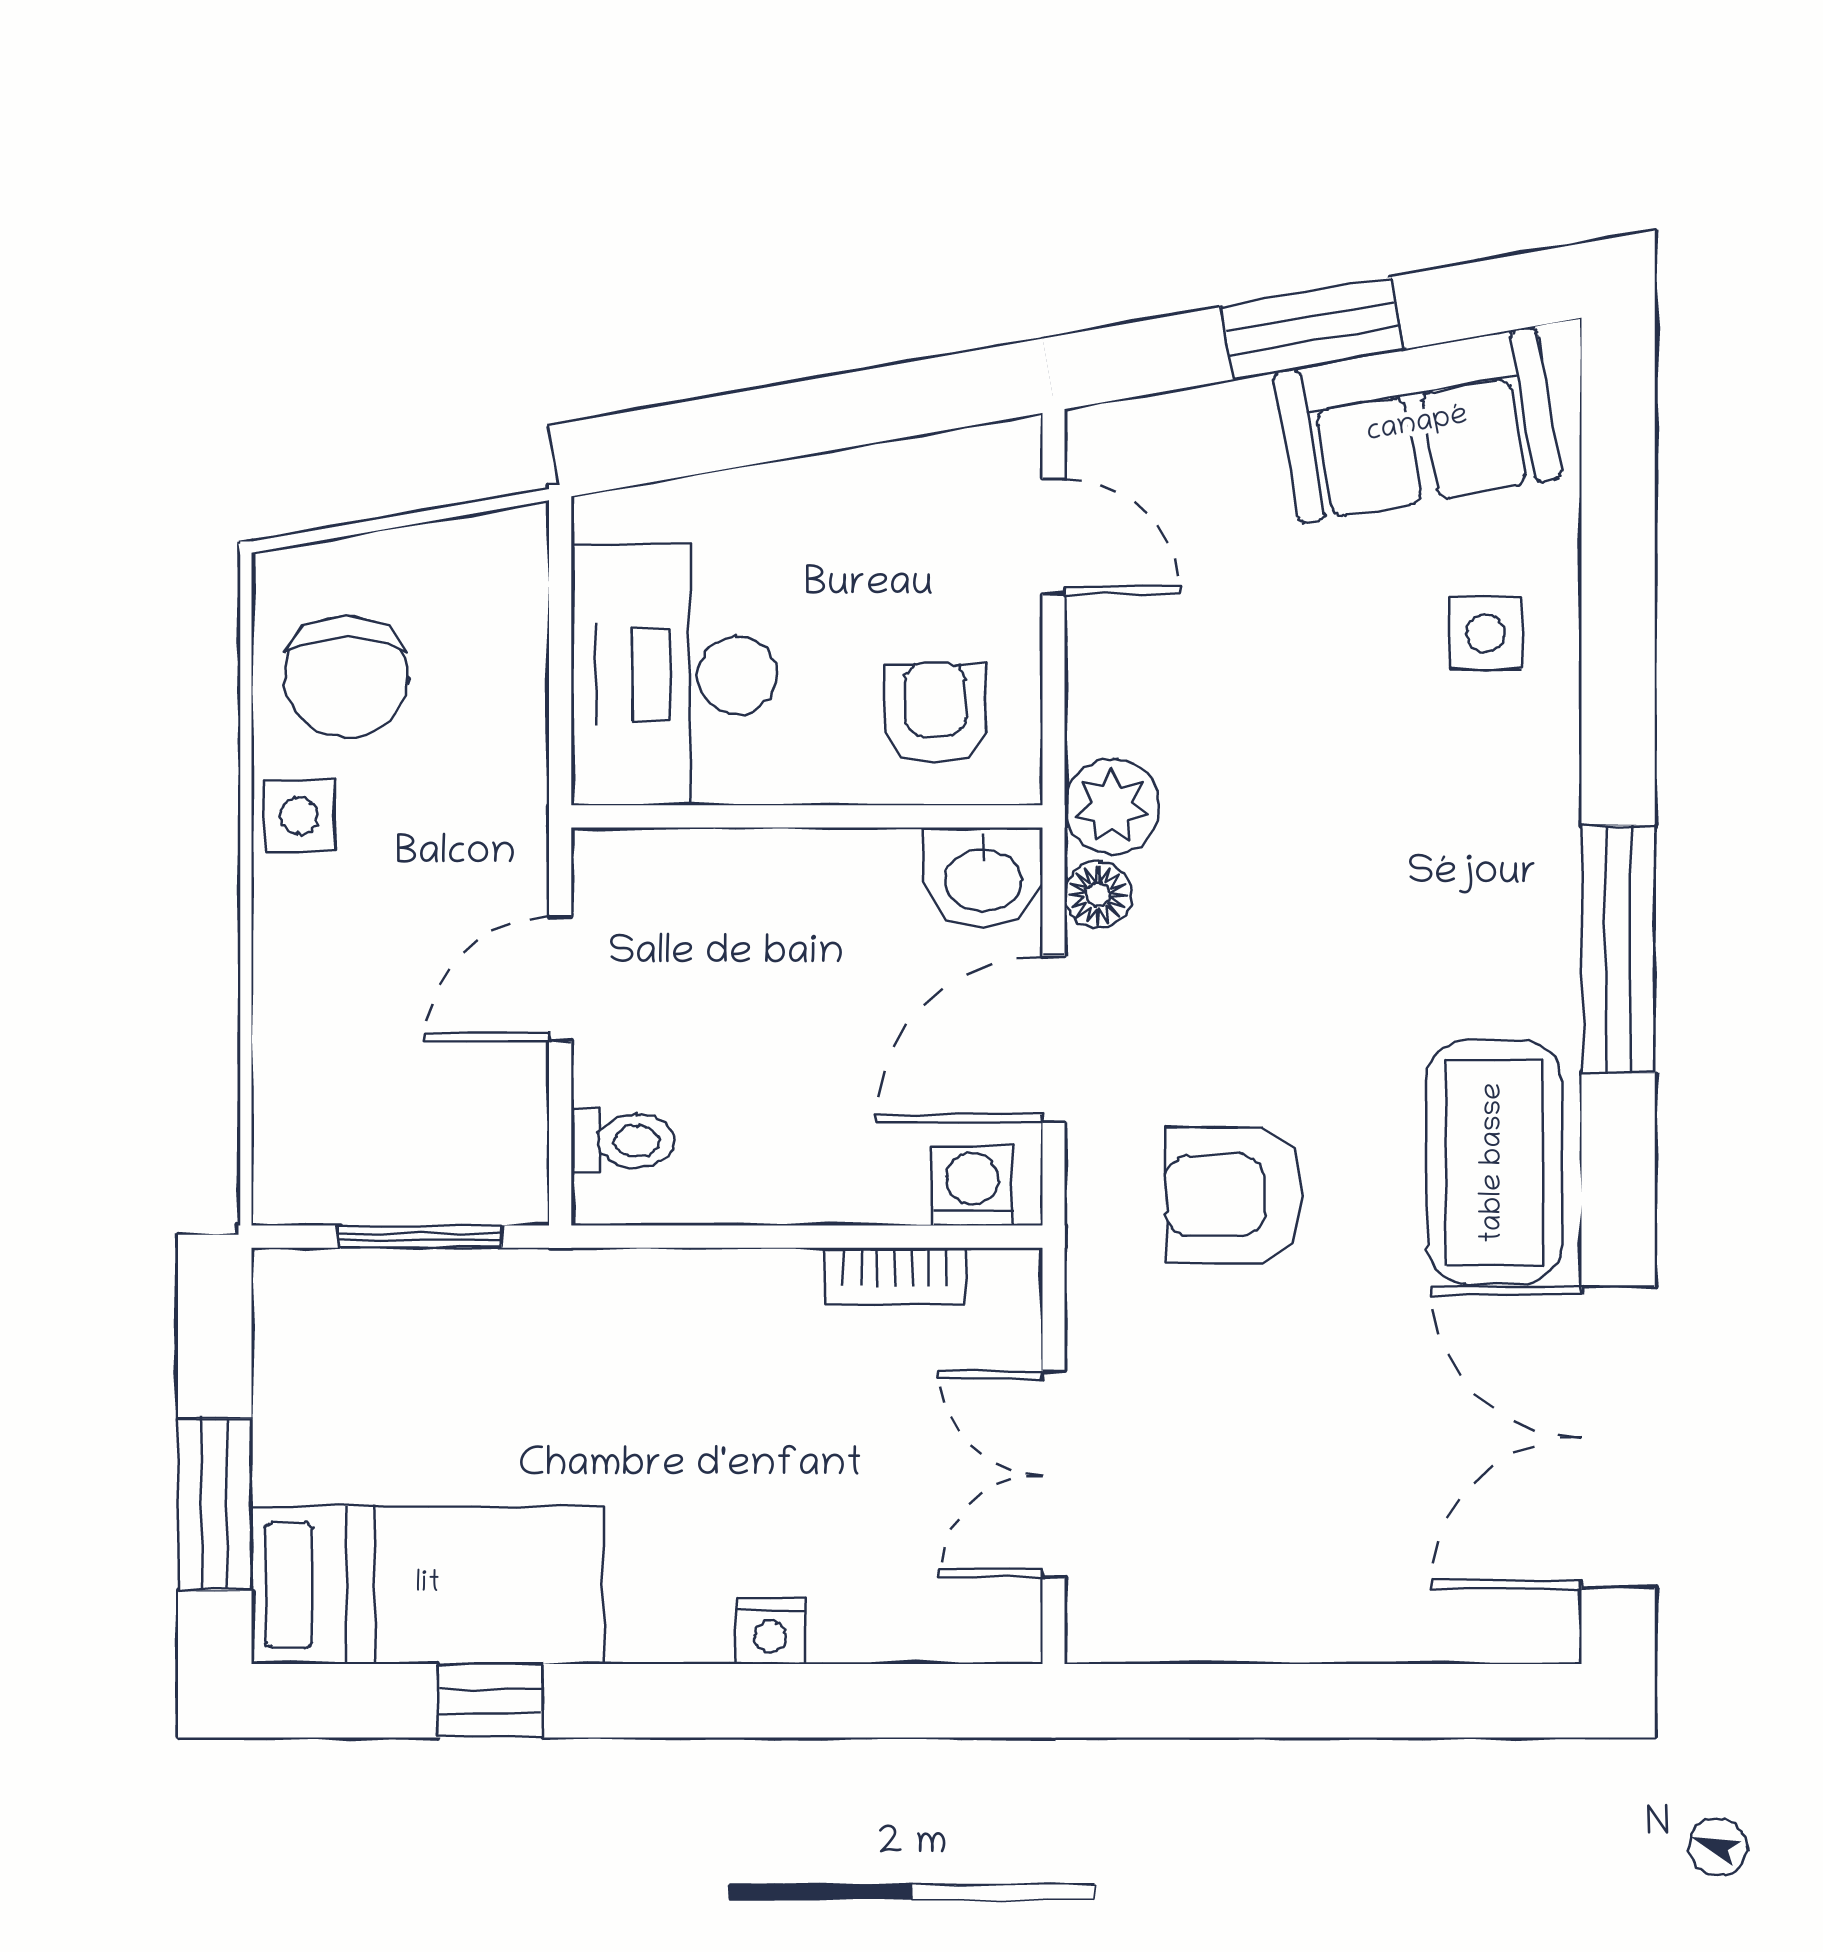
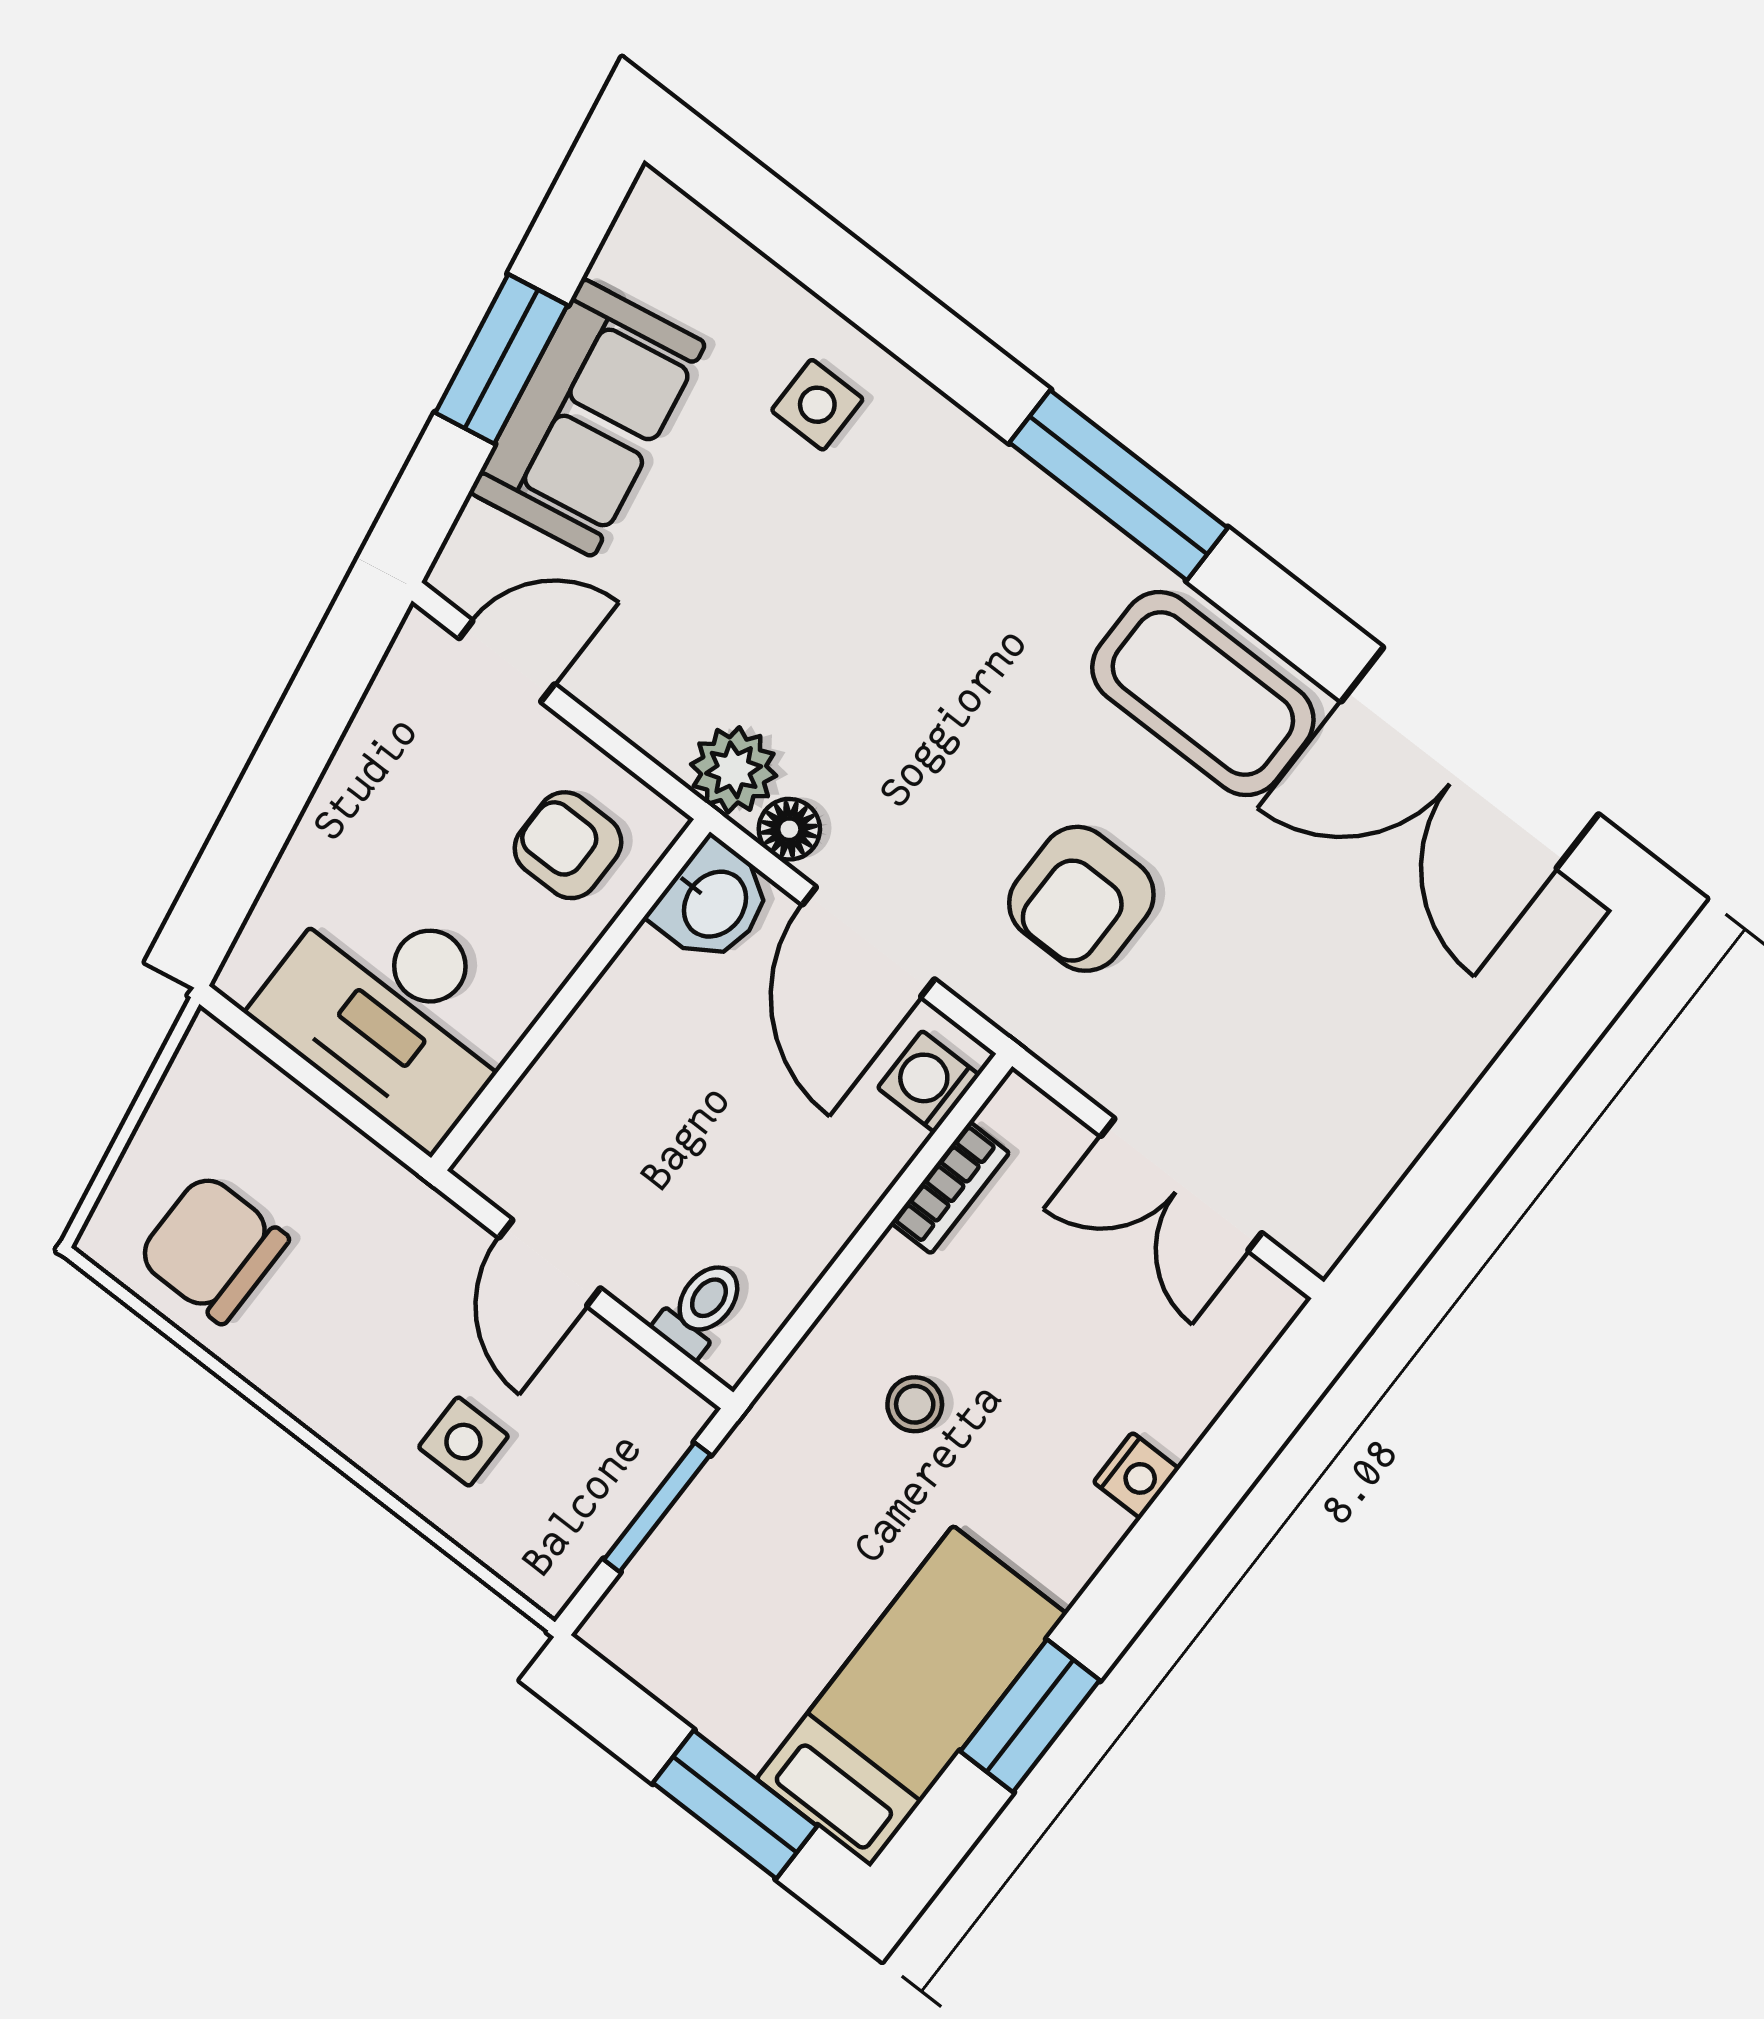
sofa: (1417, 425) -> (588, 418), moved
chair: (346, 677) -> (213, 1248), turned 180
side table: (299, 816) -> (463, 1442), moved
stool: (683, 1391) -> (915, 1404), added
window: (490, 1701) -> (1030, 1716), width x1.50

